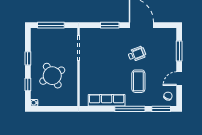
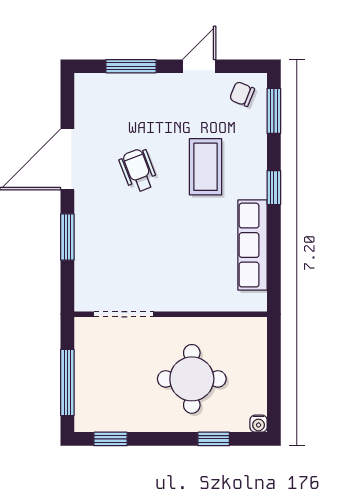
window: (28, 58) -> (110, 439), moved
round table: (52, 76) -> (192, 379), turned 31
door: (179, 79) -> (199, 66), swing flipped
coffee table: (138, 81) -> (206, 167), turned 90
window: (130, 109) -> (274, 188), width x0.46

